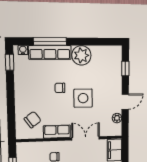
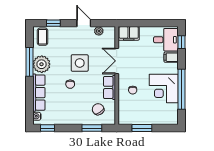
window: (50, 41) -> (29, 62), moved
coffee table: (111, 57) -> (42, 37), added
window: (11, 113) -> (92, 128), added

